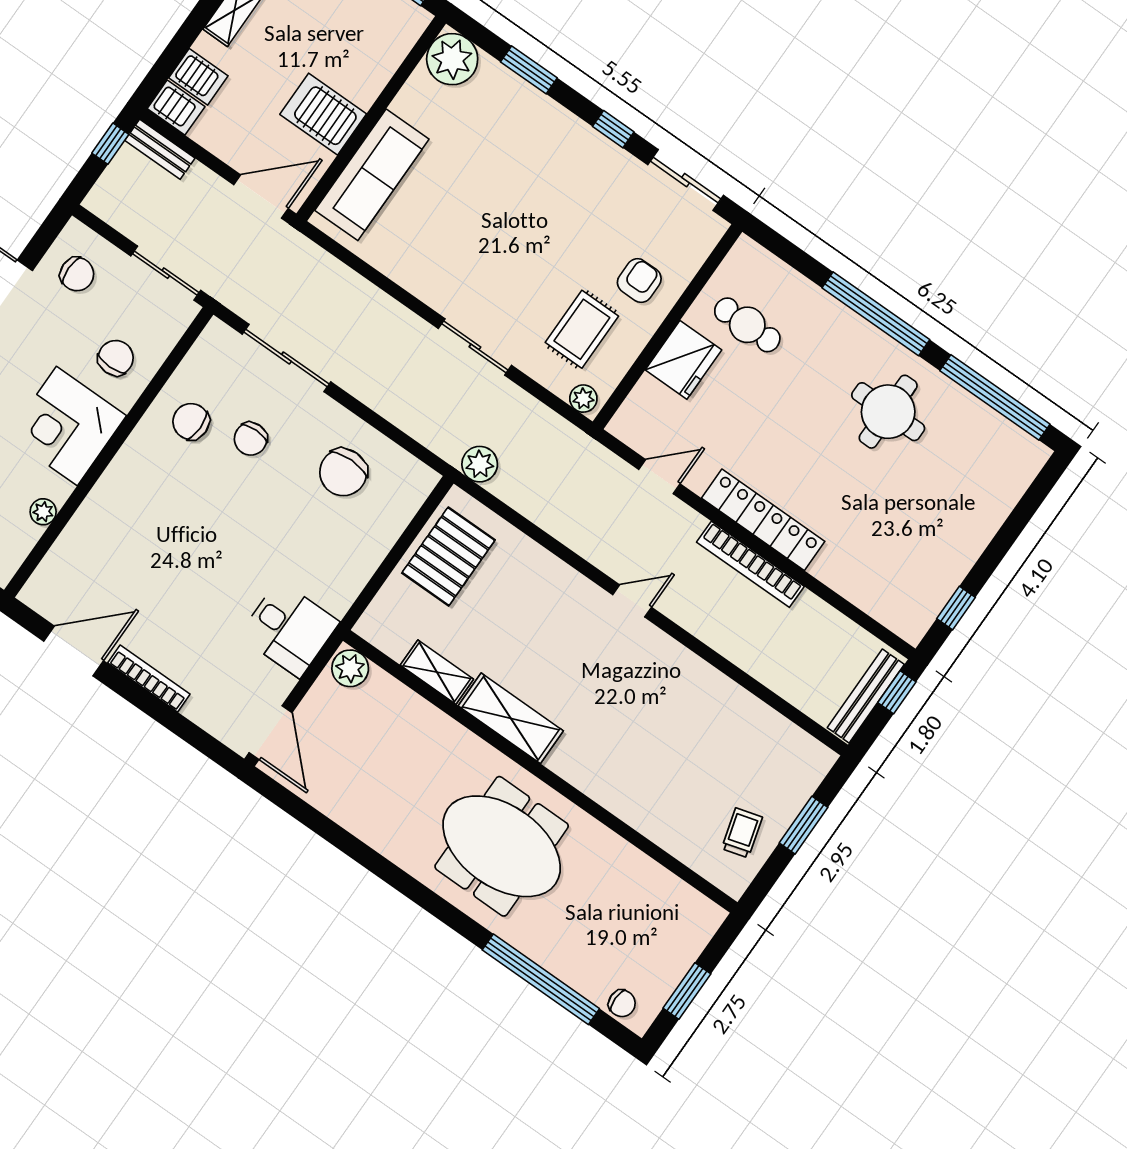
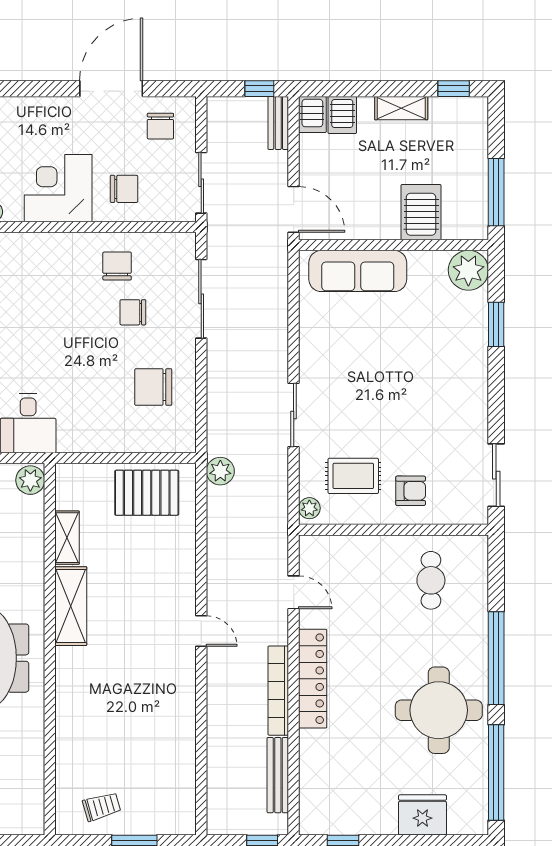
server rack: (323, 114) -> (421, 212), moved
window: (613, 129) -> (496, 406), removed
fridge: (683, 360) -> (422, 815), moved, turned 180
round table: (888, 412) -> (439, 710), width x1.36, depth x1.36
bench: (866, 696) -> (278, 775), moved, turned 90

